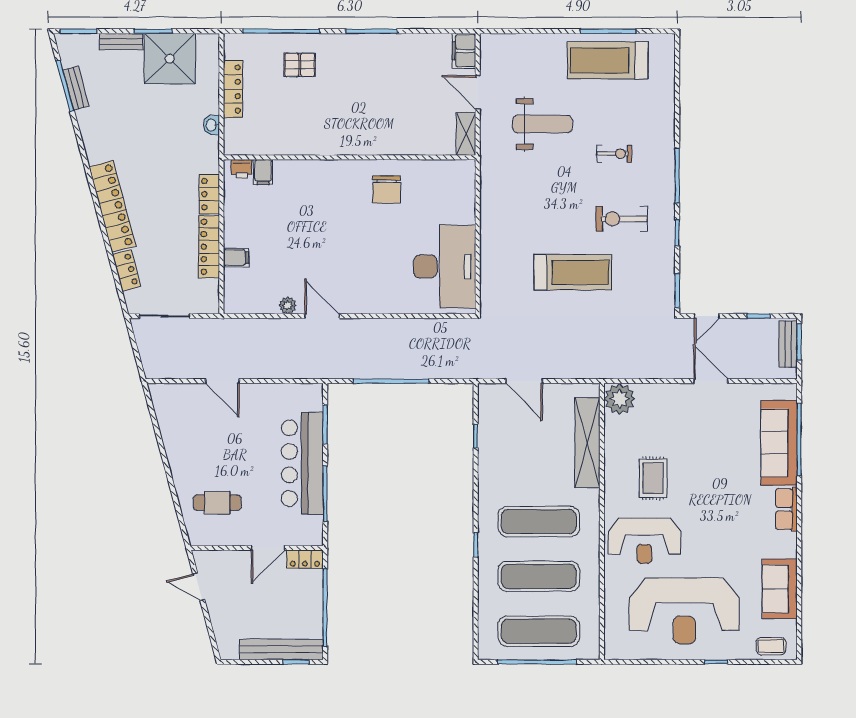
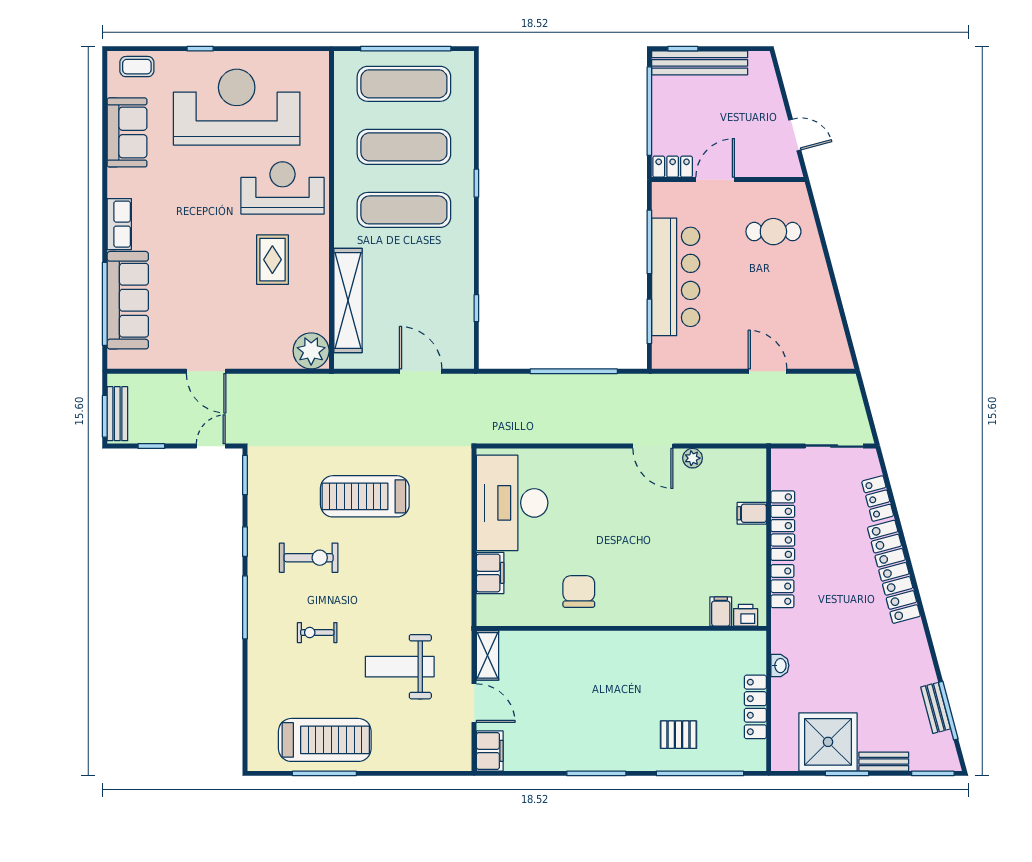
filing cabinet: (464, 206) -> (490, 573), added

